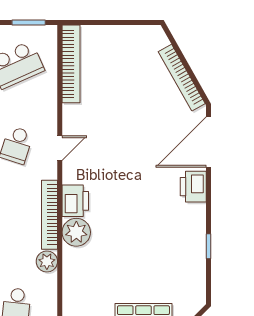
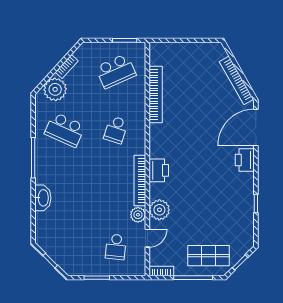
bookcase: (71, 64) -> (156, 95), moved
door: (60, 148) -> (147, 238), moved
plant: (76, 232) -> (159, 210), moved

